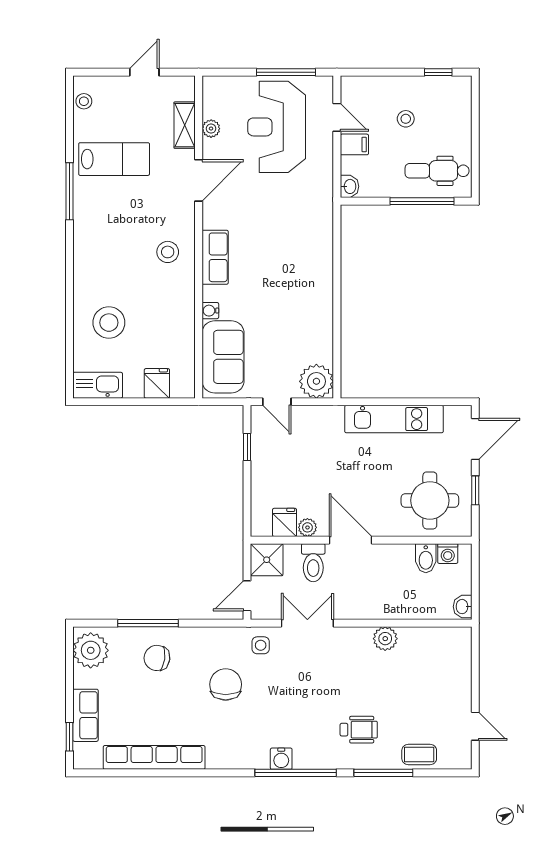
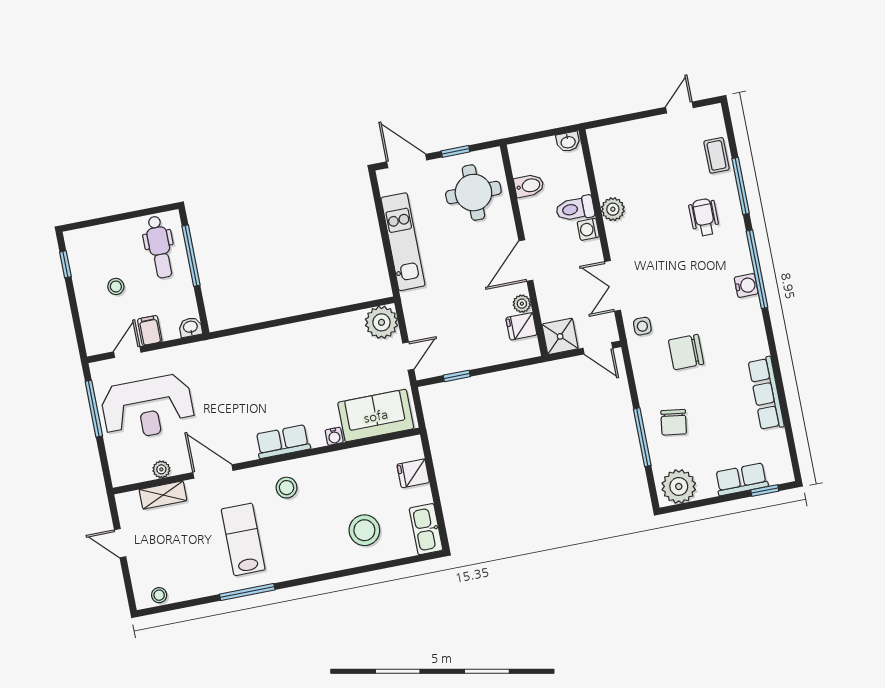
lab bench: (114, 159) -> (243, 539), moved
washing machine: (448, 554) -> (588, 229), moved, turned 180
toilet: (313, 563) -> (575, 209), moved, turned 180
row of seats: (154, 757) -> (766, 393), width x0.73

